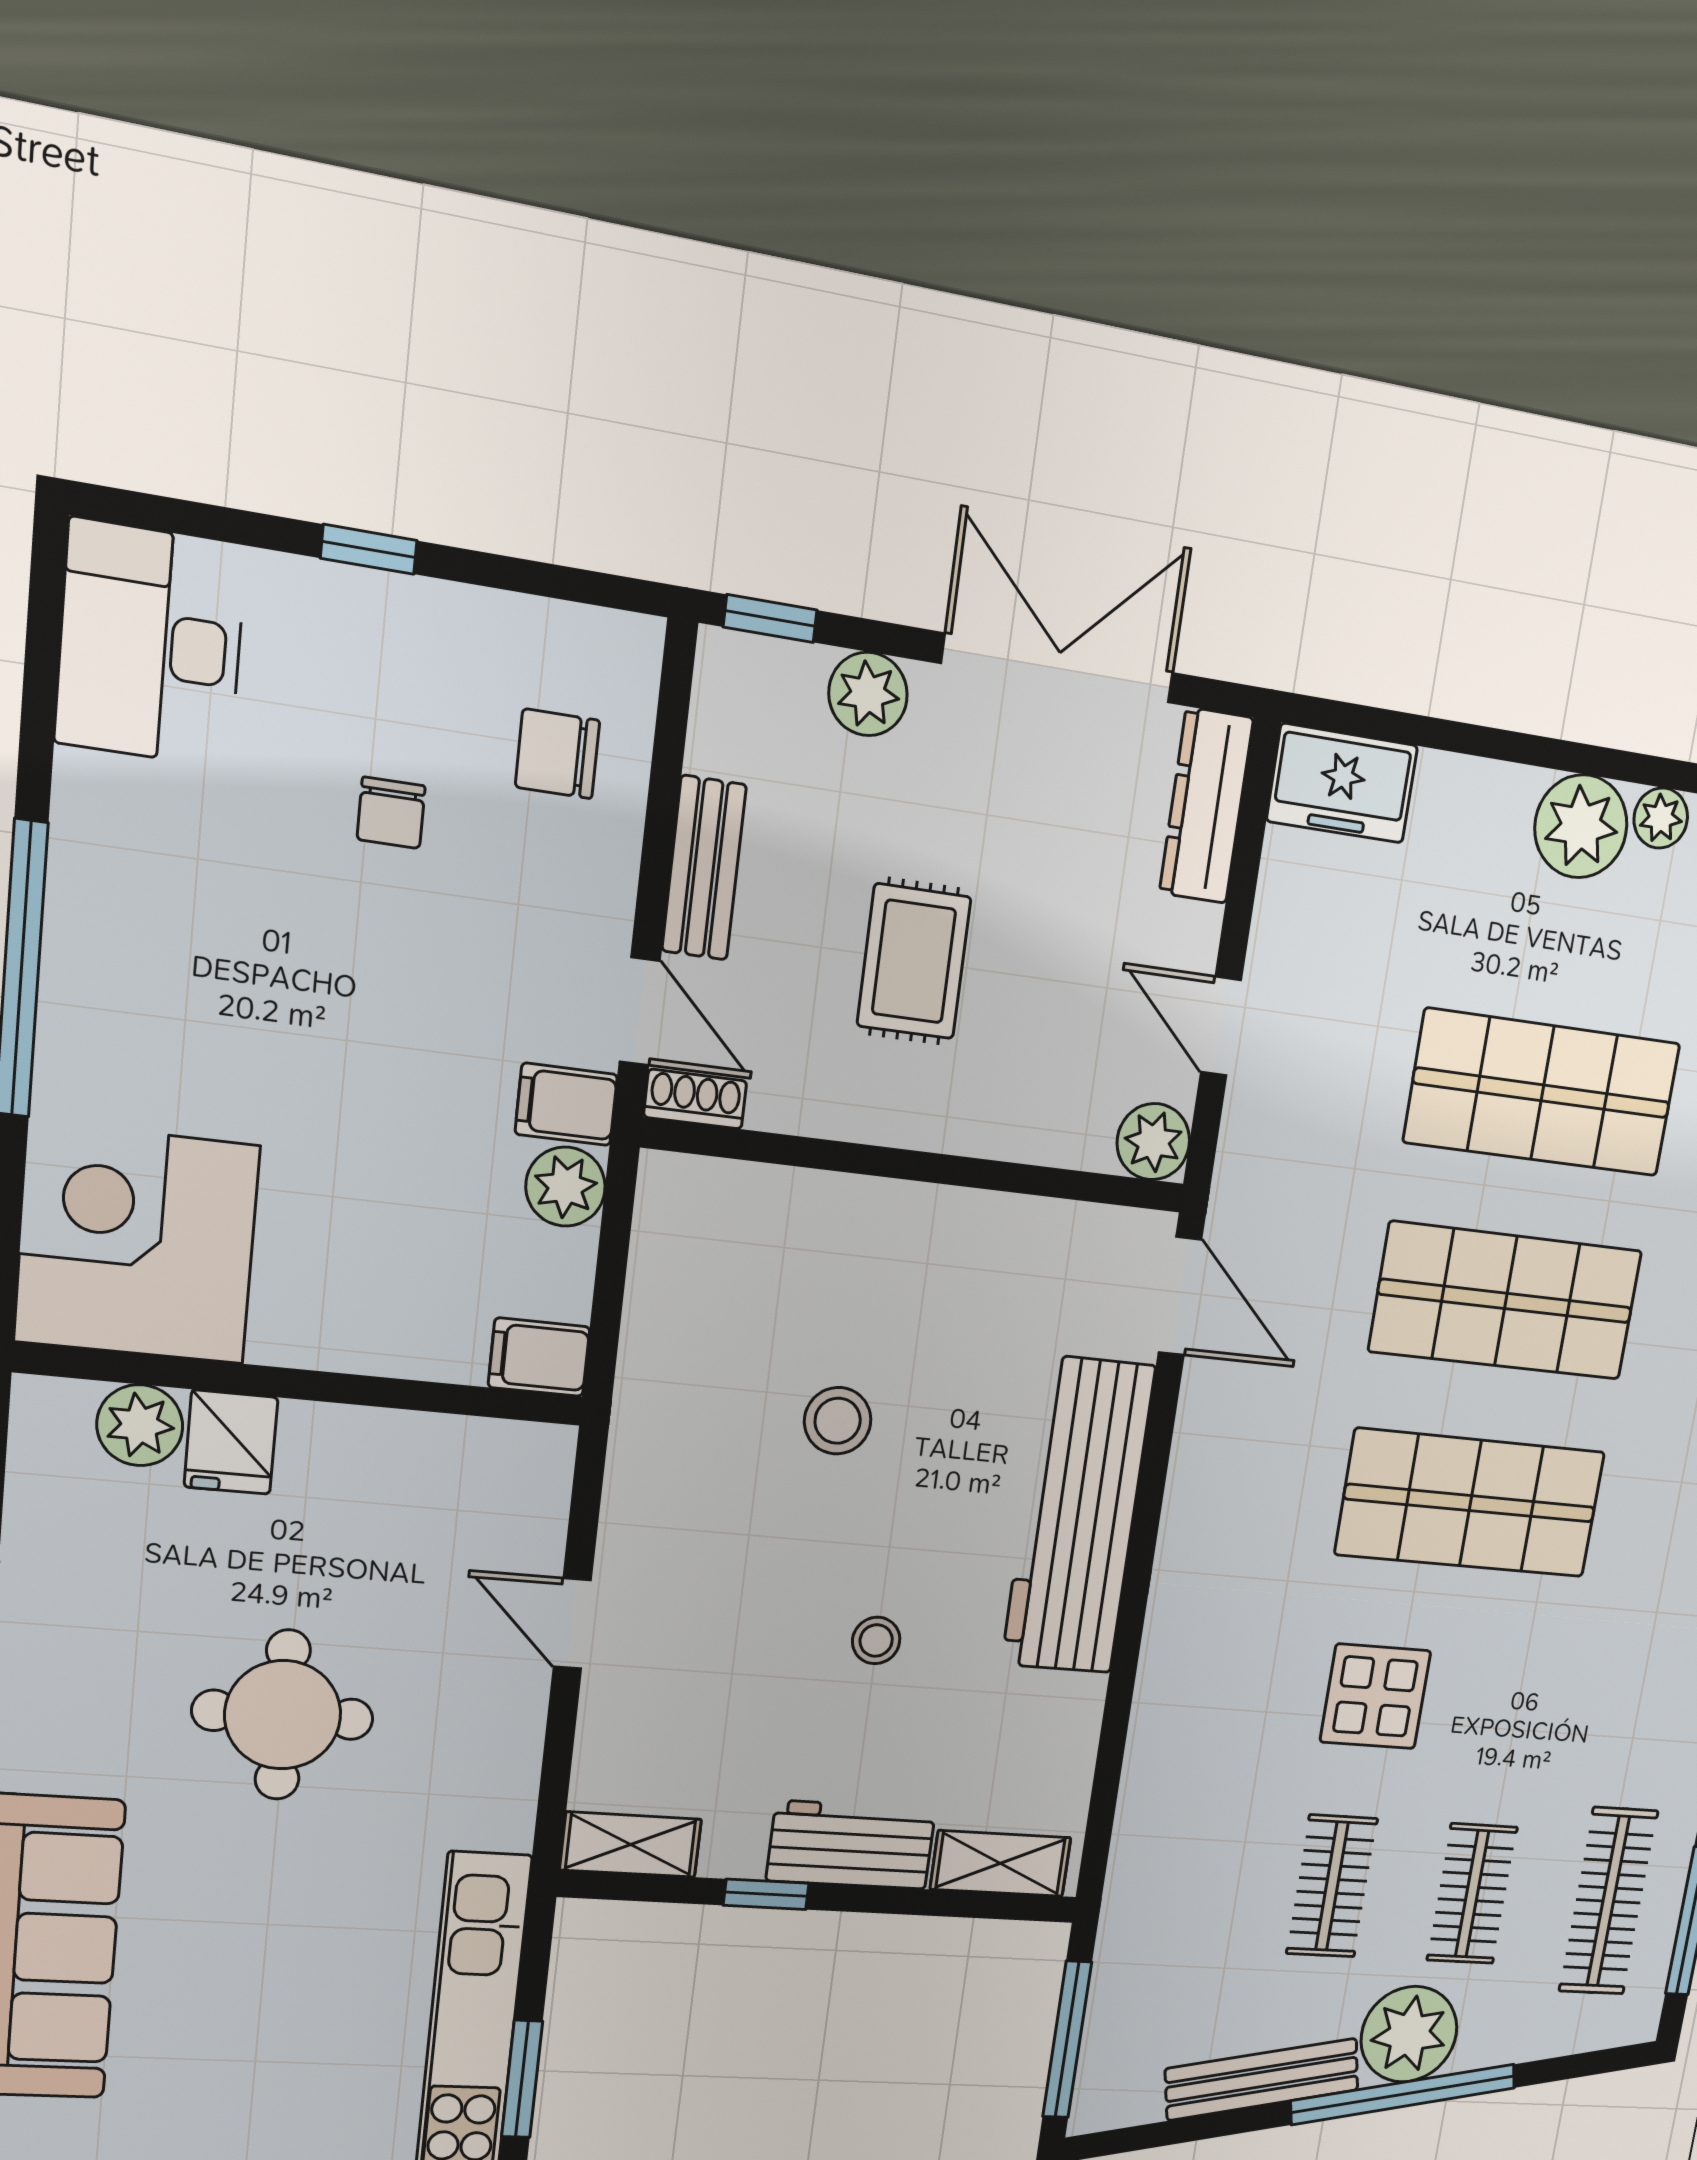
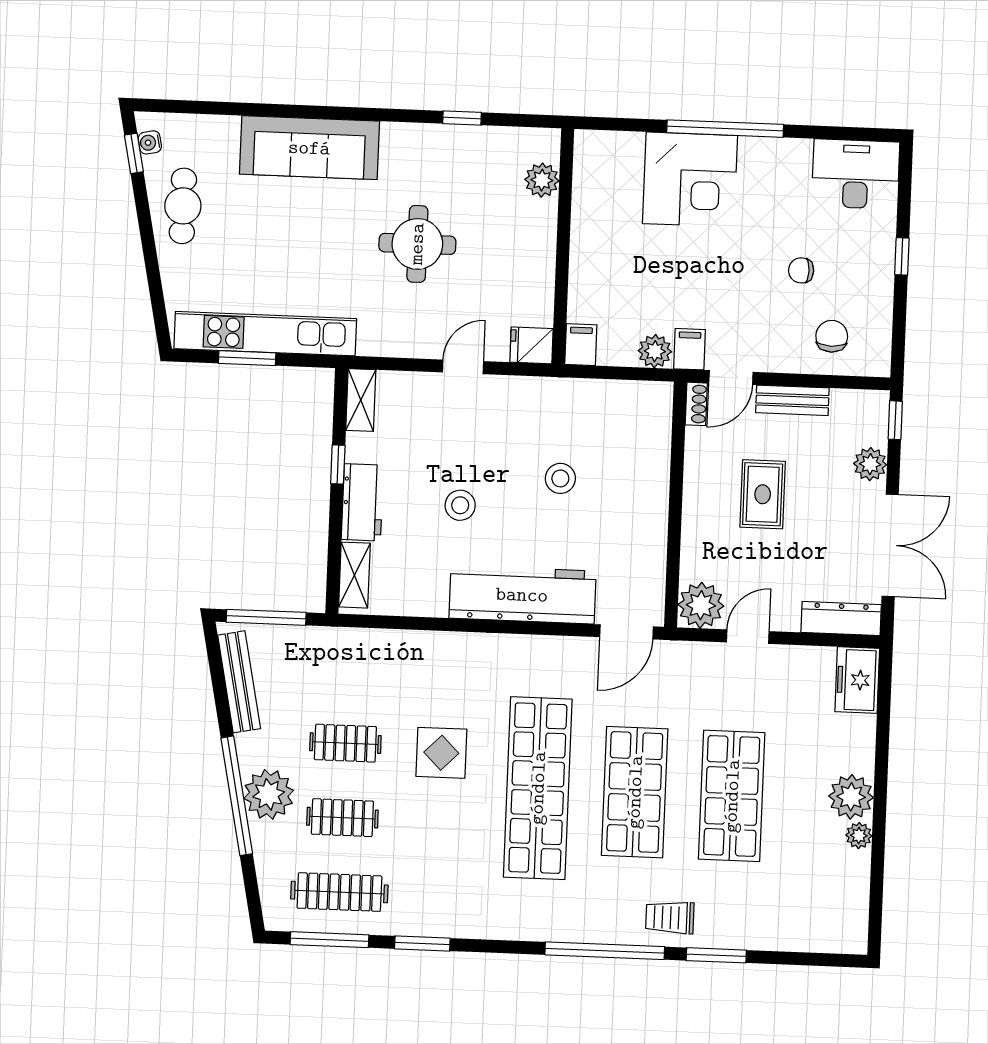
rug: (914, 962) -> (763, 494), turned 90
plant: (1153, 1142) -> (701, 605), width x1.36, depth x1.36
corner desk: (137, 1243) -> (690, 180), moved, turned 90
fridge: (231, 1442) -> (531, 345), moved
shop shelf: (1470, 1503) -> (538, 788), width x1.40
stool: (876, 1640) -> (460, 505), width x1.37, depth x1.37
bench: (1262, 2079) -> (239, 682), moved

